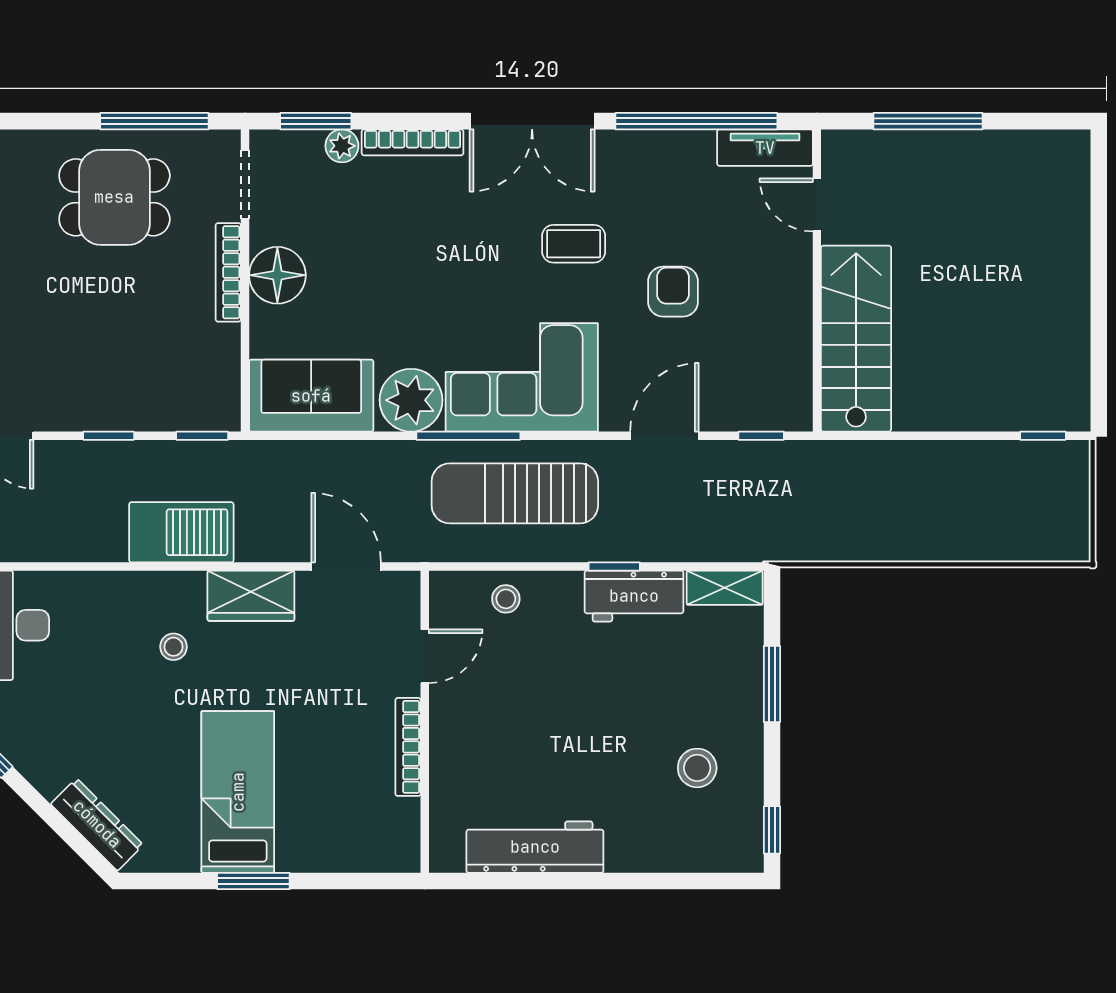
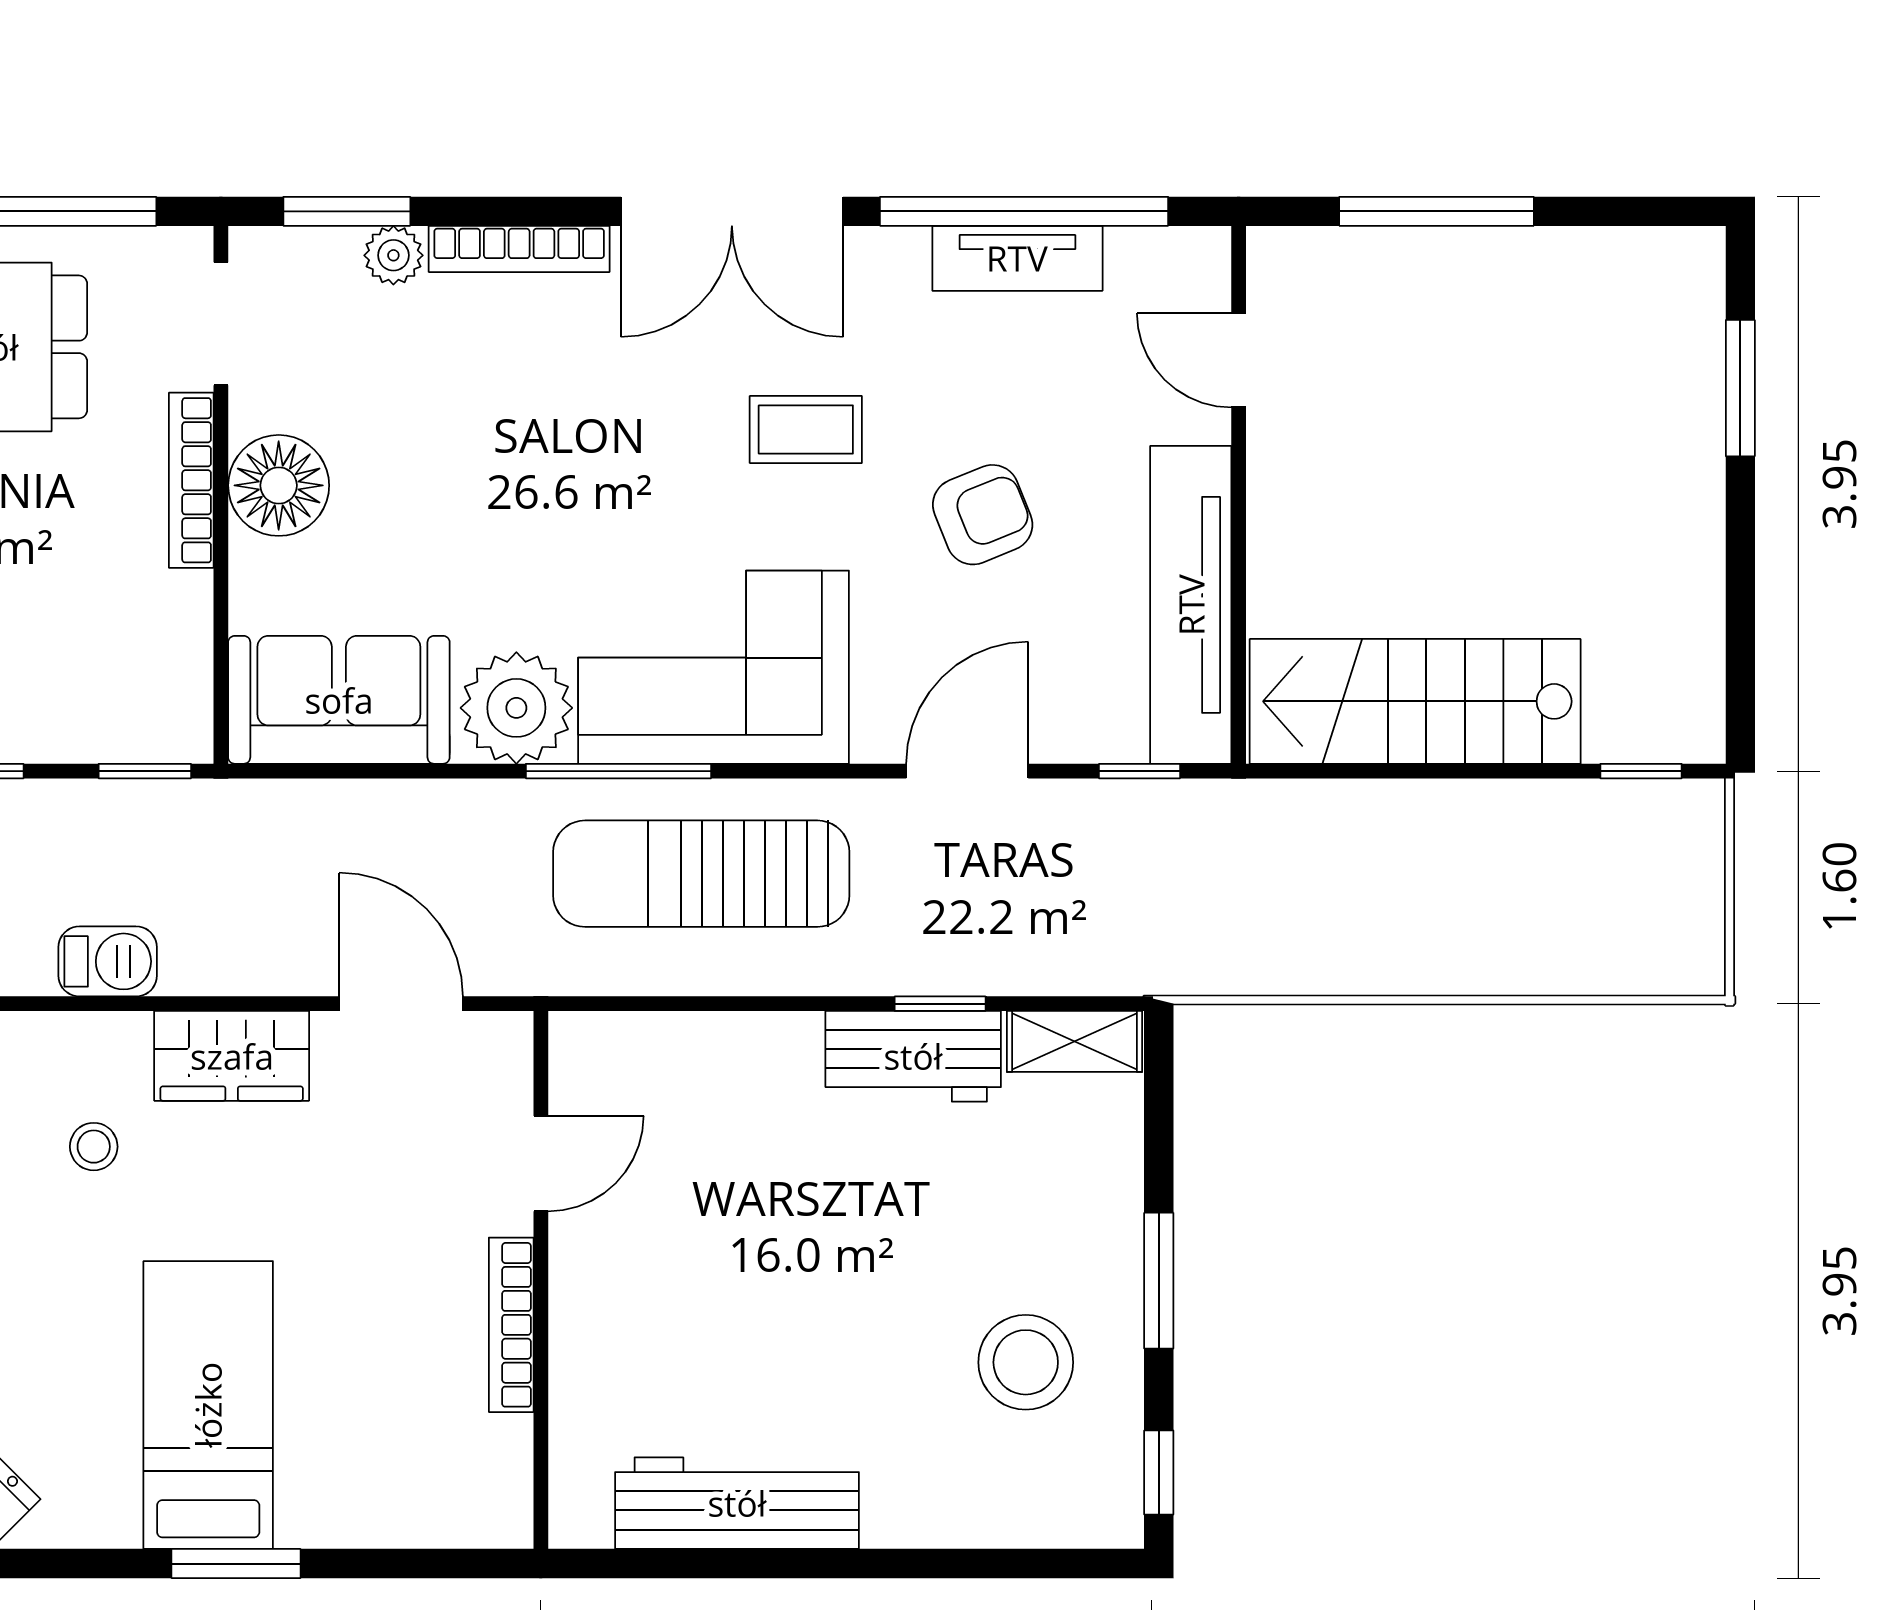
tv unit: (765, 148) -> (1017, 258), moved
window: (1099, 221) -> (1740, 388), added
armchair: (673, 292) -> (983, 515), turned 68
stairs: (856, 339) -> (1415, 701), moved, turned -90
tv unit: (790, 342) -> (1191, 605), added
barbecue: (181, 532) -> (108, 961), width x0.53, depth x0.65
window: (614, 566) -> (940, 1004), moved
stool: (506, 599) -> (685, 1061), removed
window: (772, 684) -> (1159, 1281), moved
stool: (697, 768) -> (1026, 1362), width x1.38, depth x1.38

